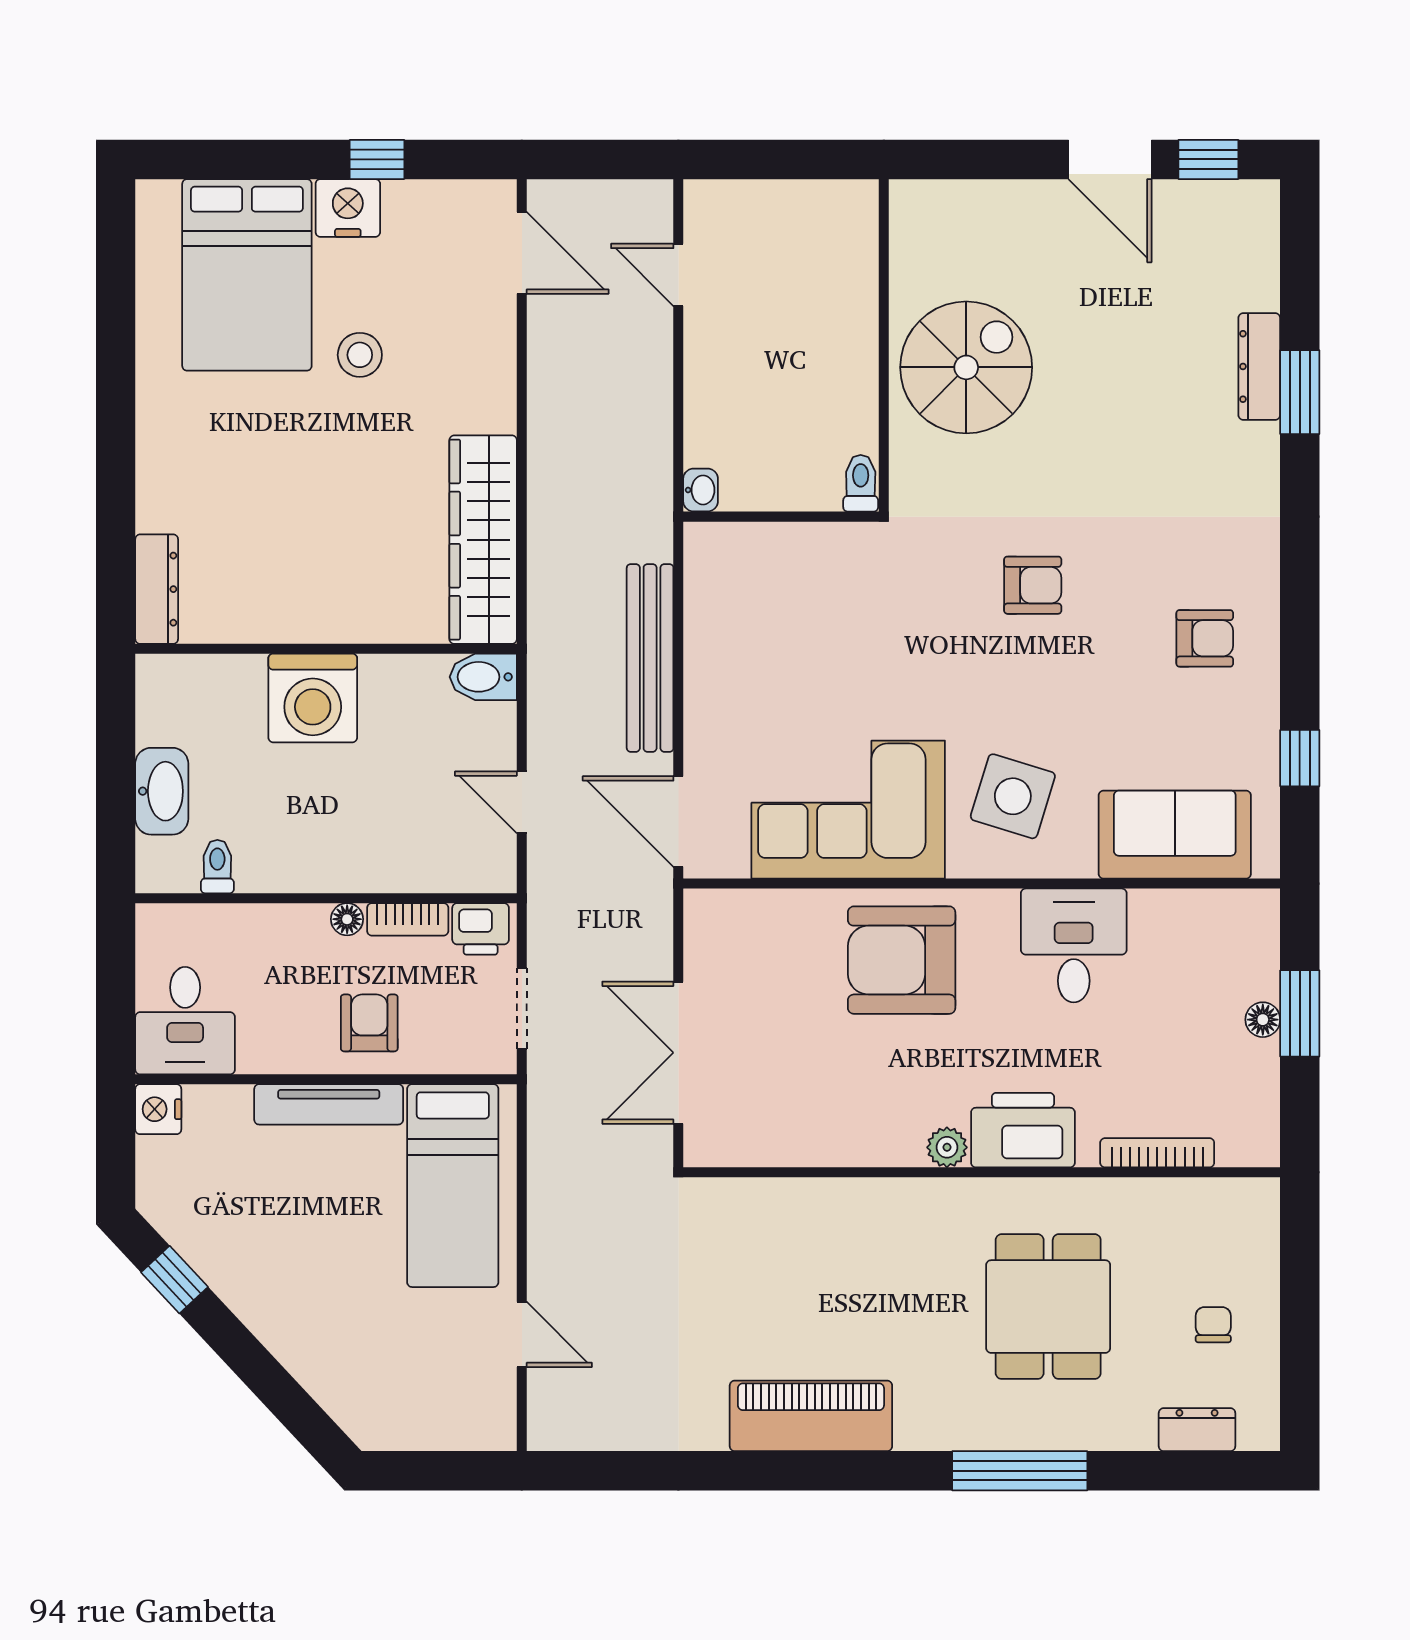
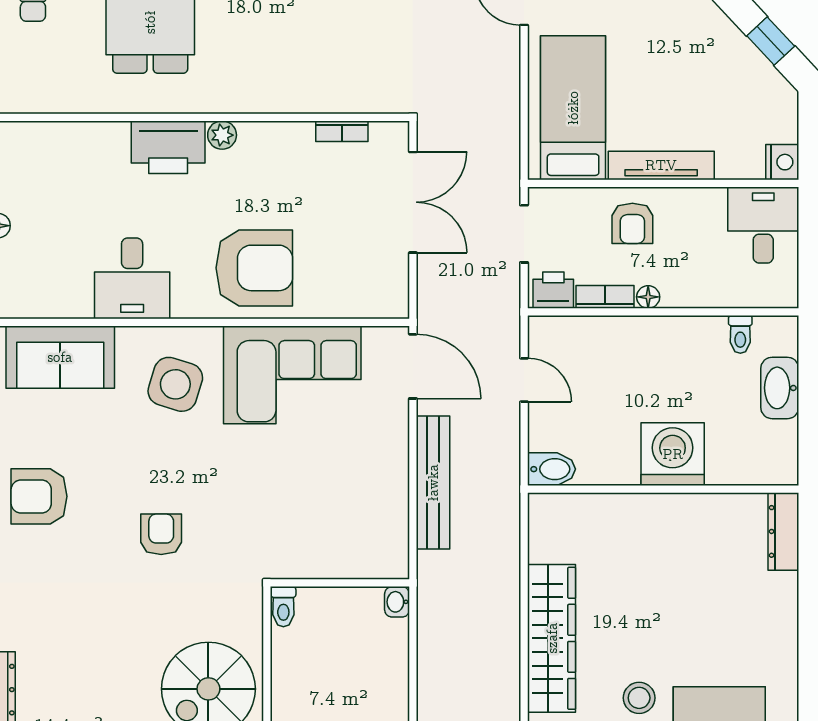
wardrobe: (483, 540) -> (552, 638), moved
armchair: (1033, 585) -> (161, 534), turned 90
armchair: (1205, 638) -> (39, 496), width x1.38, depth x1.38
bookcase: (1157, 1153) -> (342, 131), moved, width x0.64

